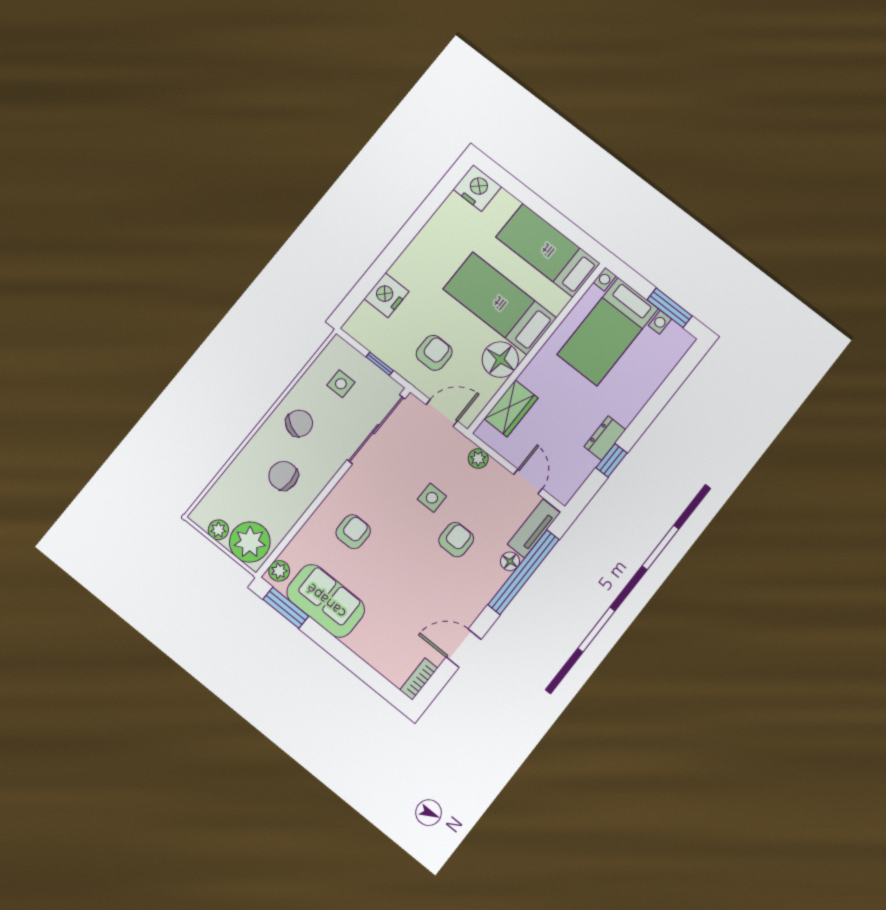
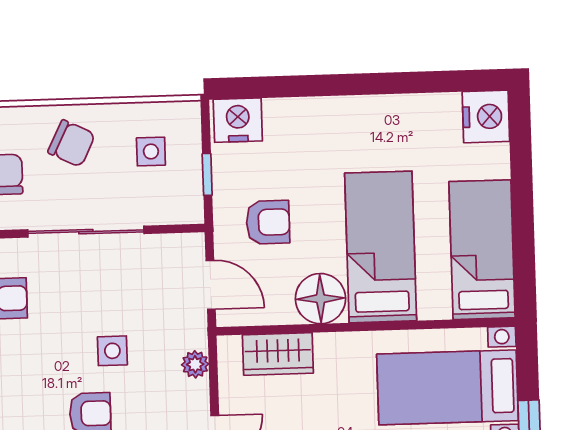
nightstand: (387, 295) -> (238, 120), moved
sliding door: (376, 429) -> (86, 232), moved

